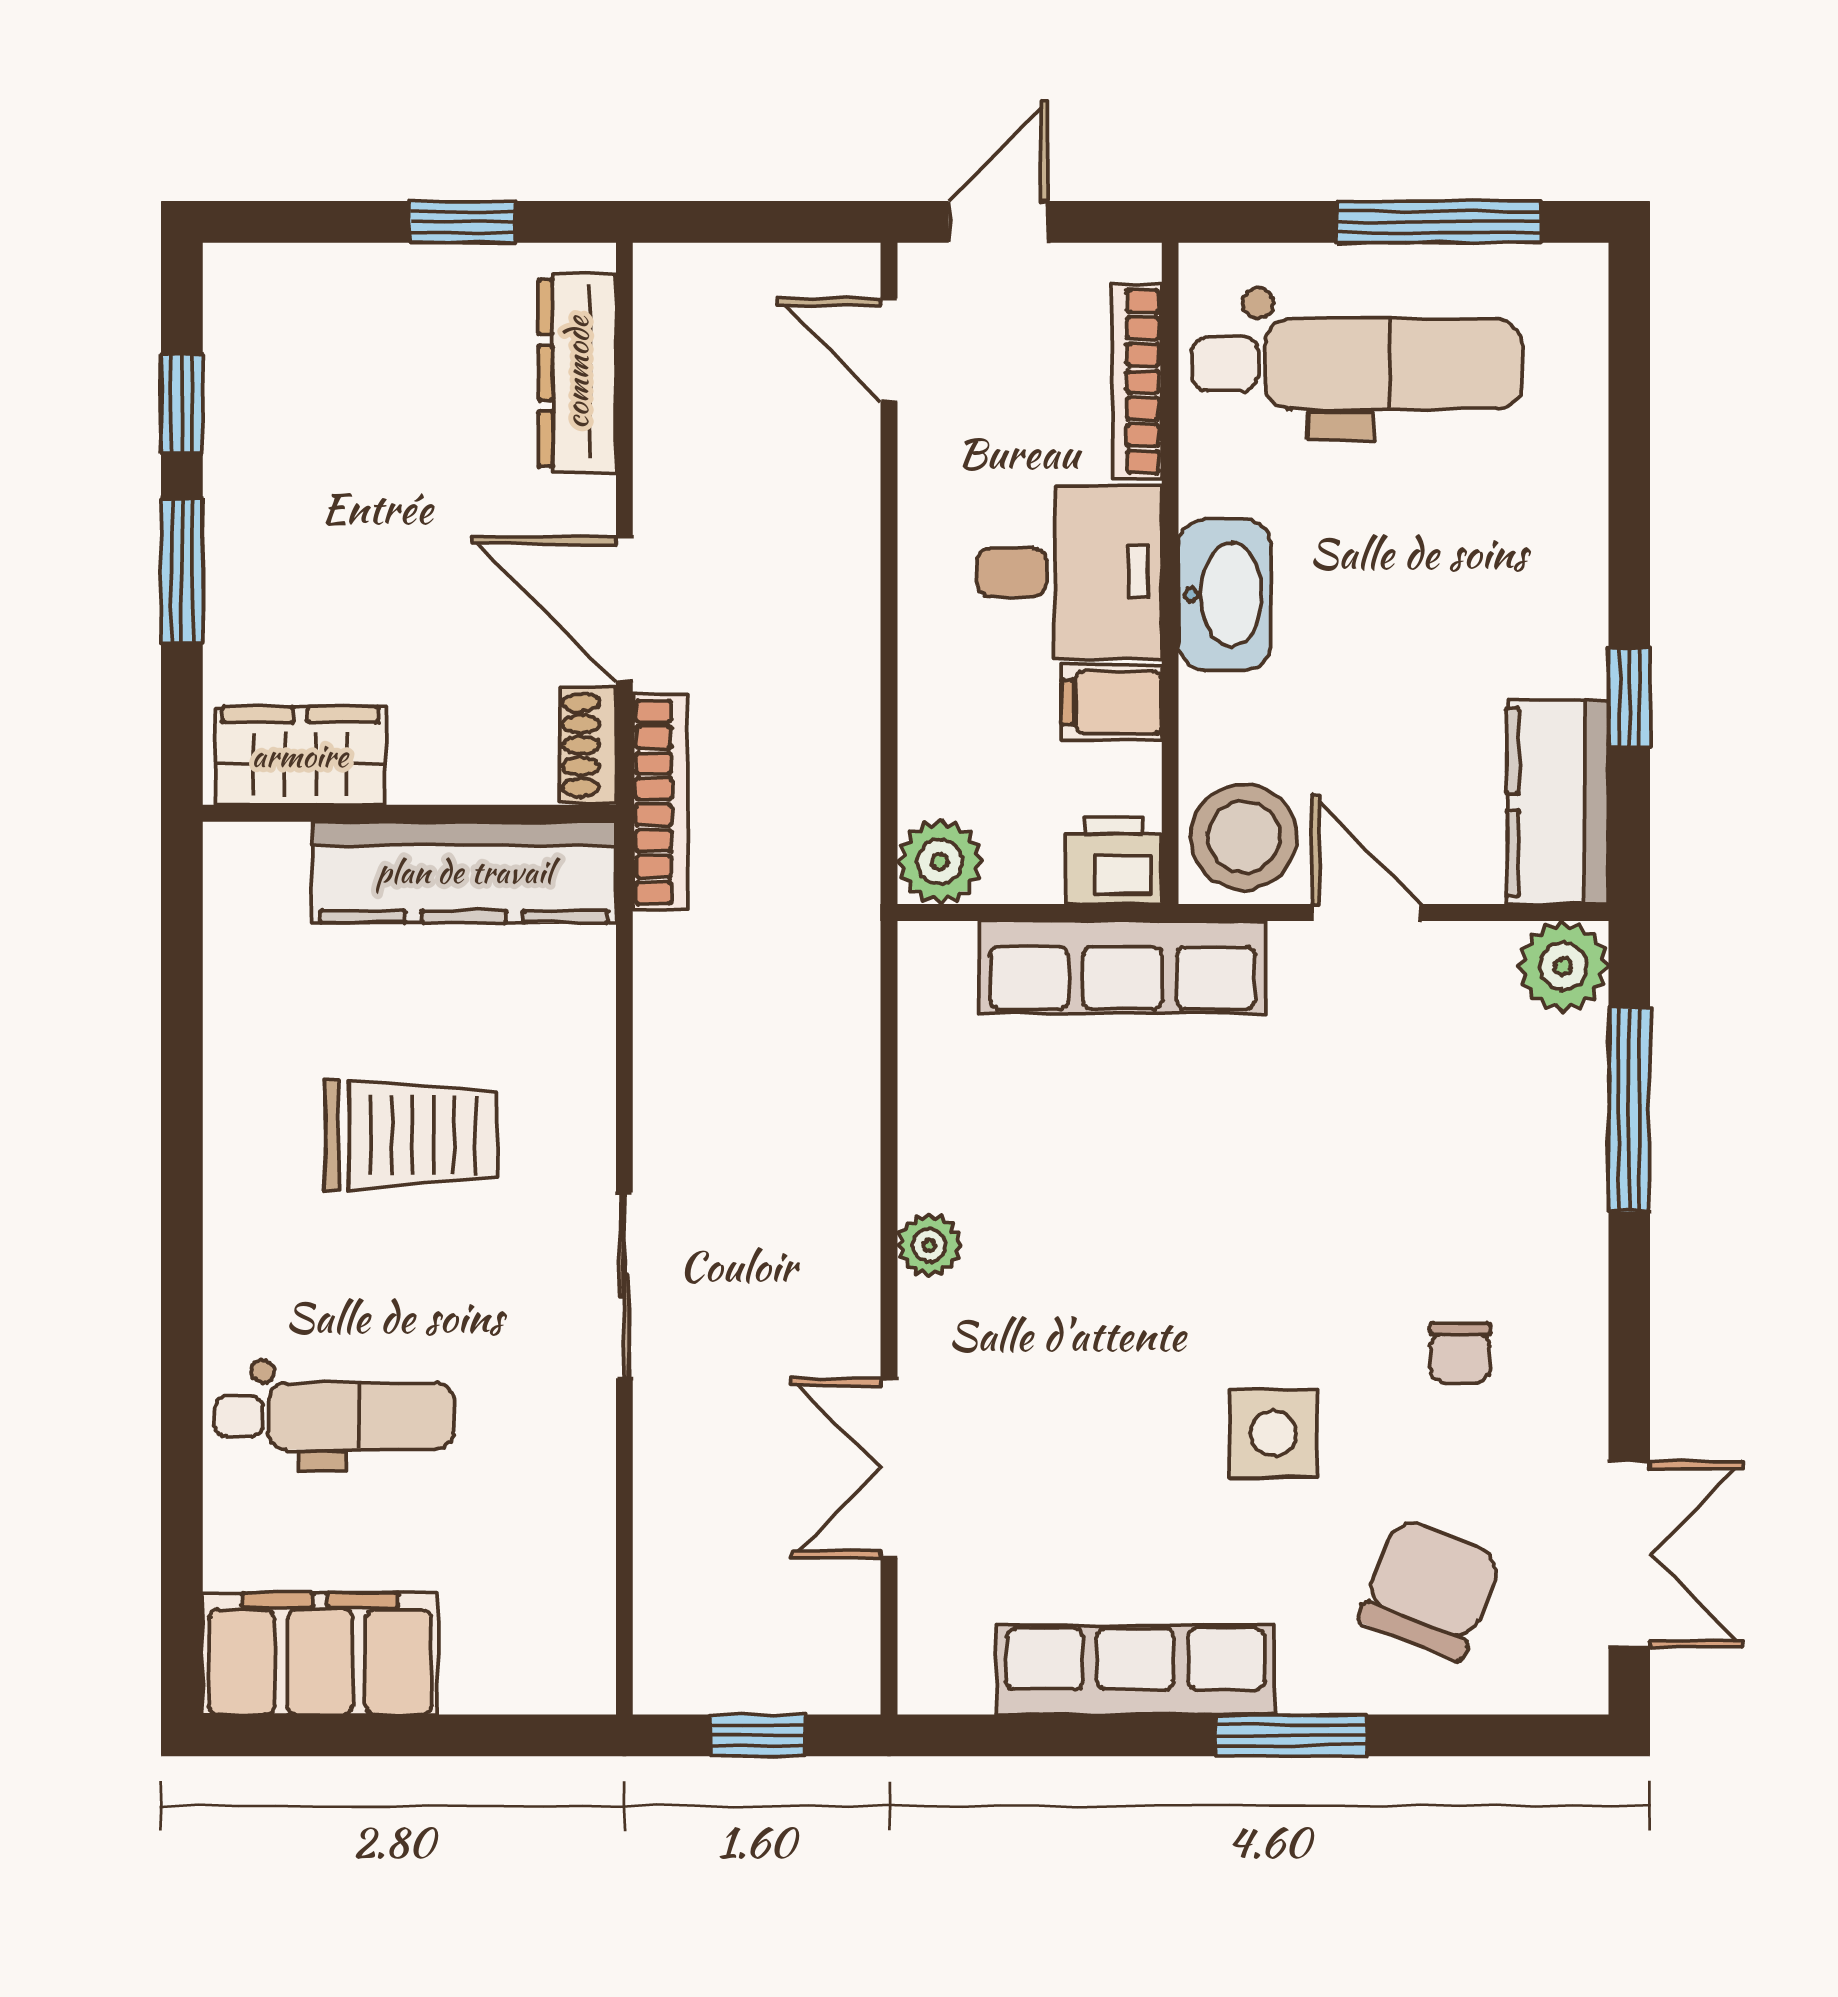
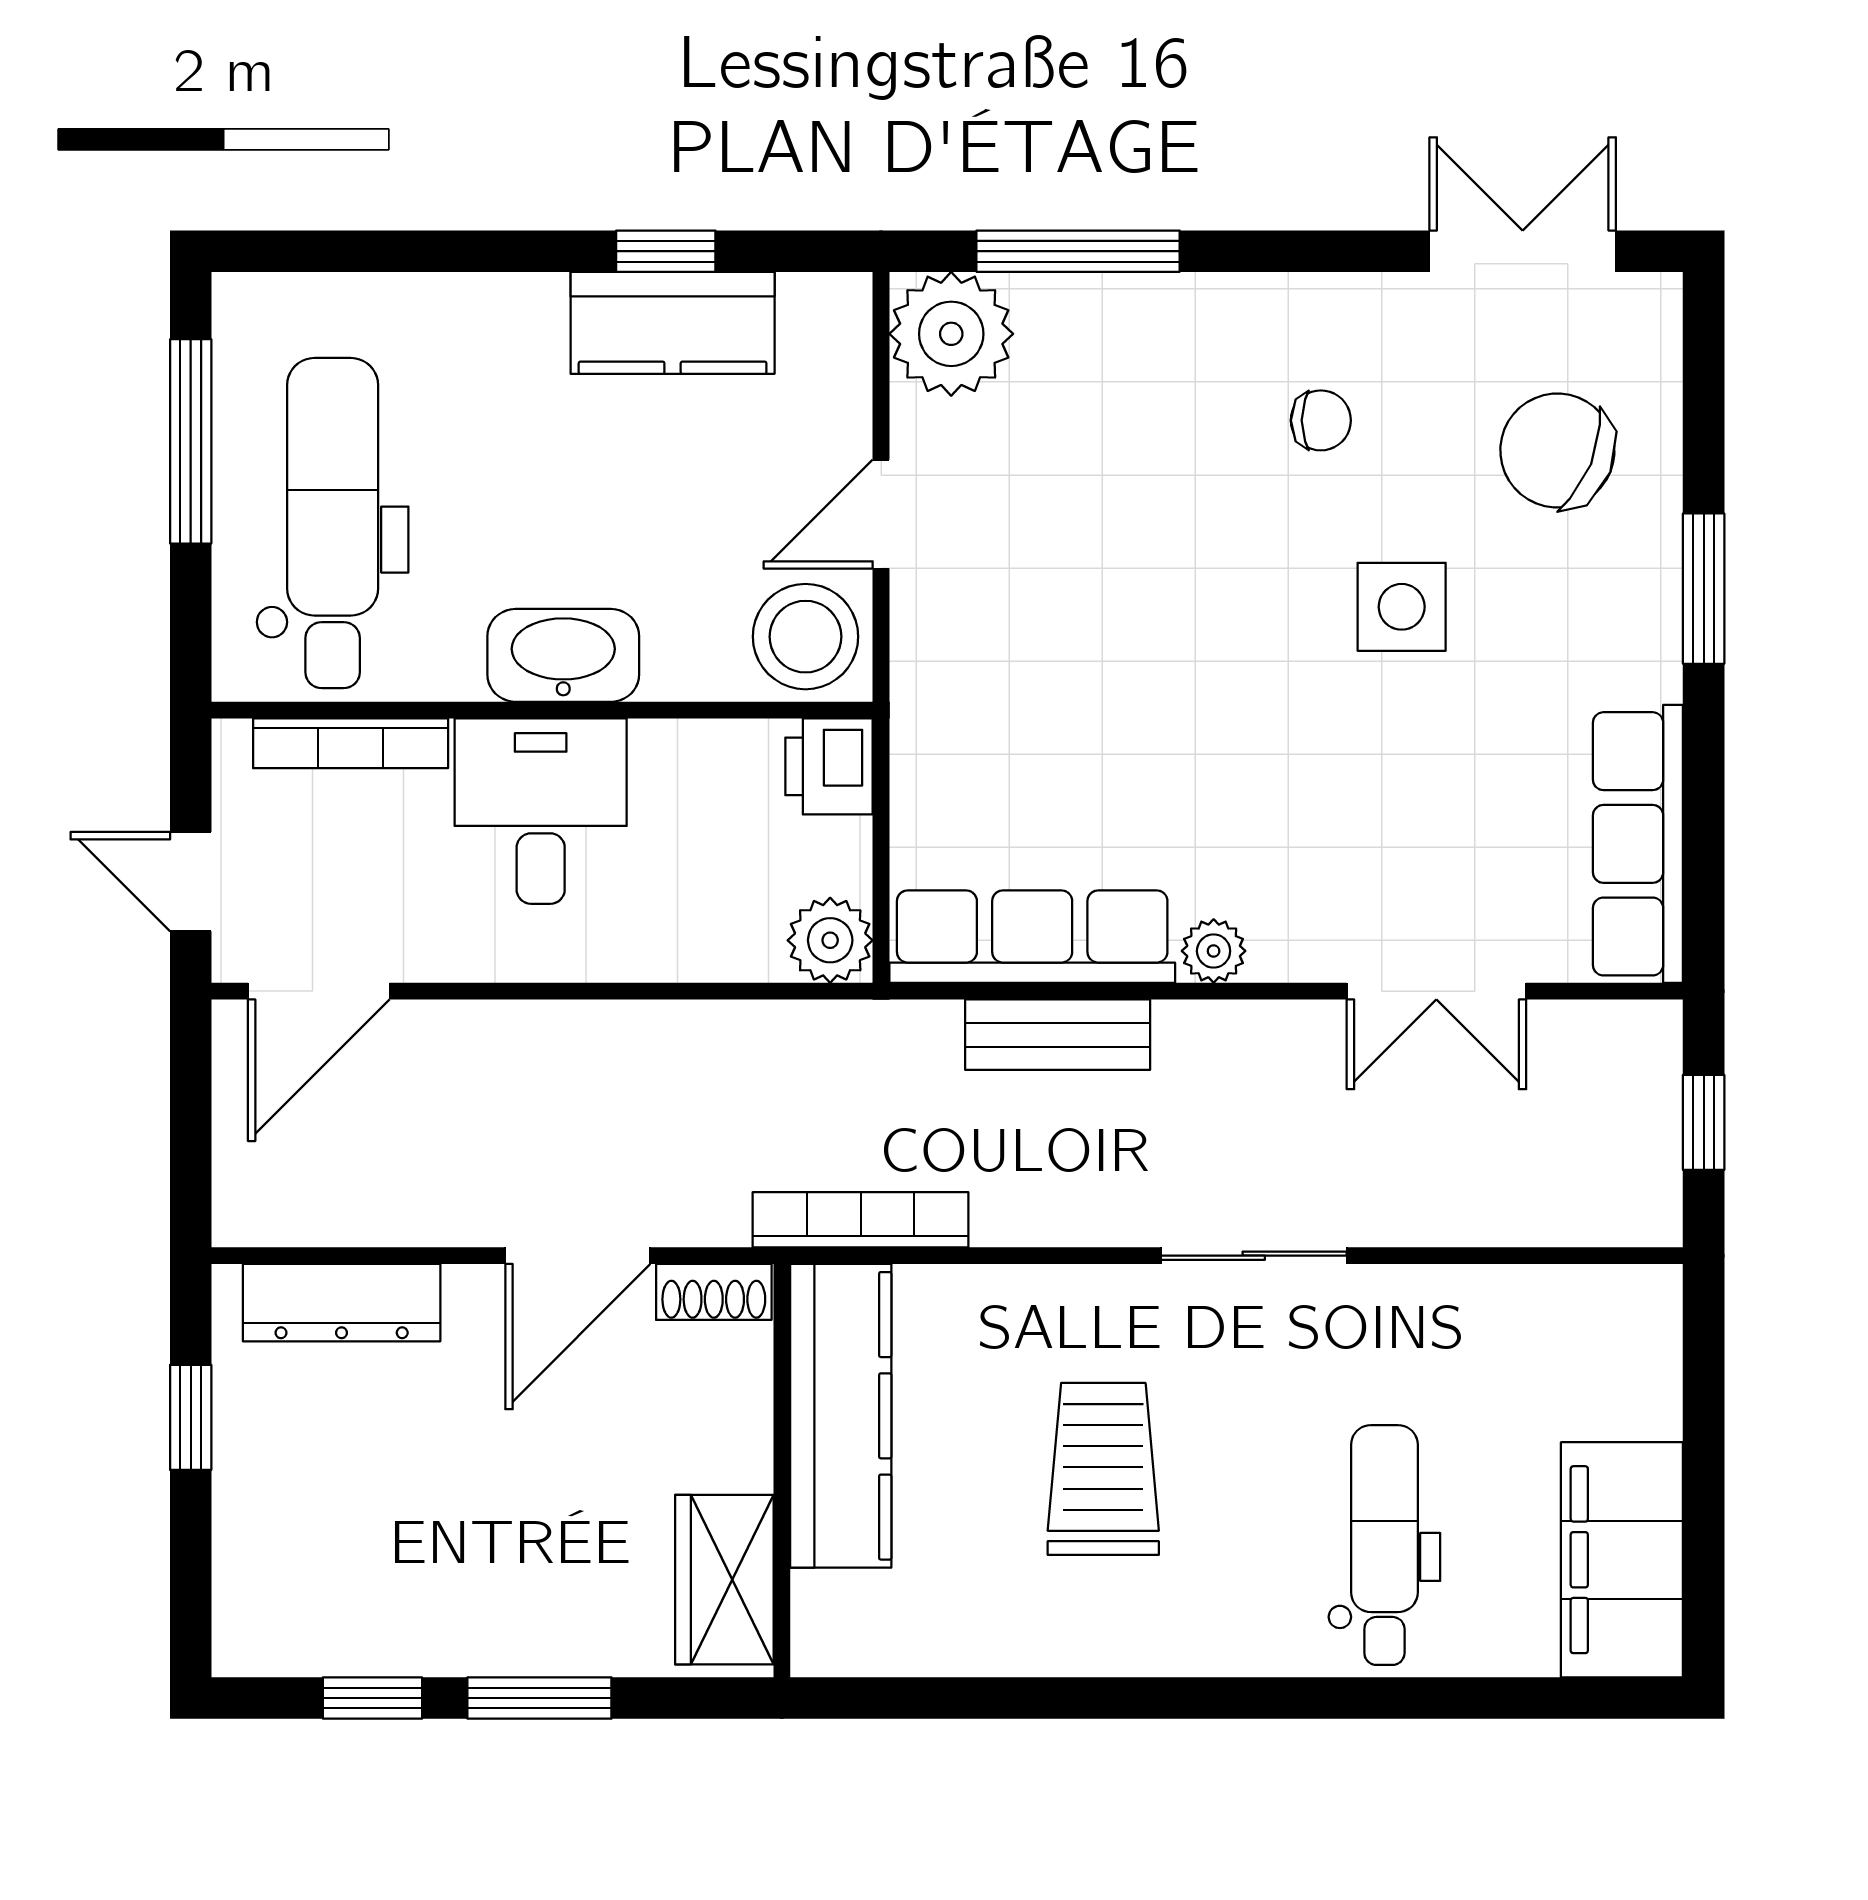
door: (889, 350) -> (319, 991), width x1.38
filing cabinet: (1112, 702) -> (671, 769), removed
bookcase: (660, 802) -> (861, 1220), moved
kitchen counter: (1558, 802) -> (673, 323), moved
plant: (1563, 966) -> (951, 334), width x1.36, depth x1.36
row of seats: (1122, 967) -> (1032, 937), moved, turned -90
bench: (845, 1089) -> (1058, 1035), added
row of seats: (1135, 1670) -> (1638, 844), moved

